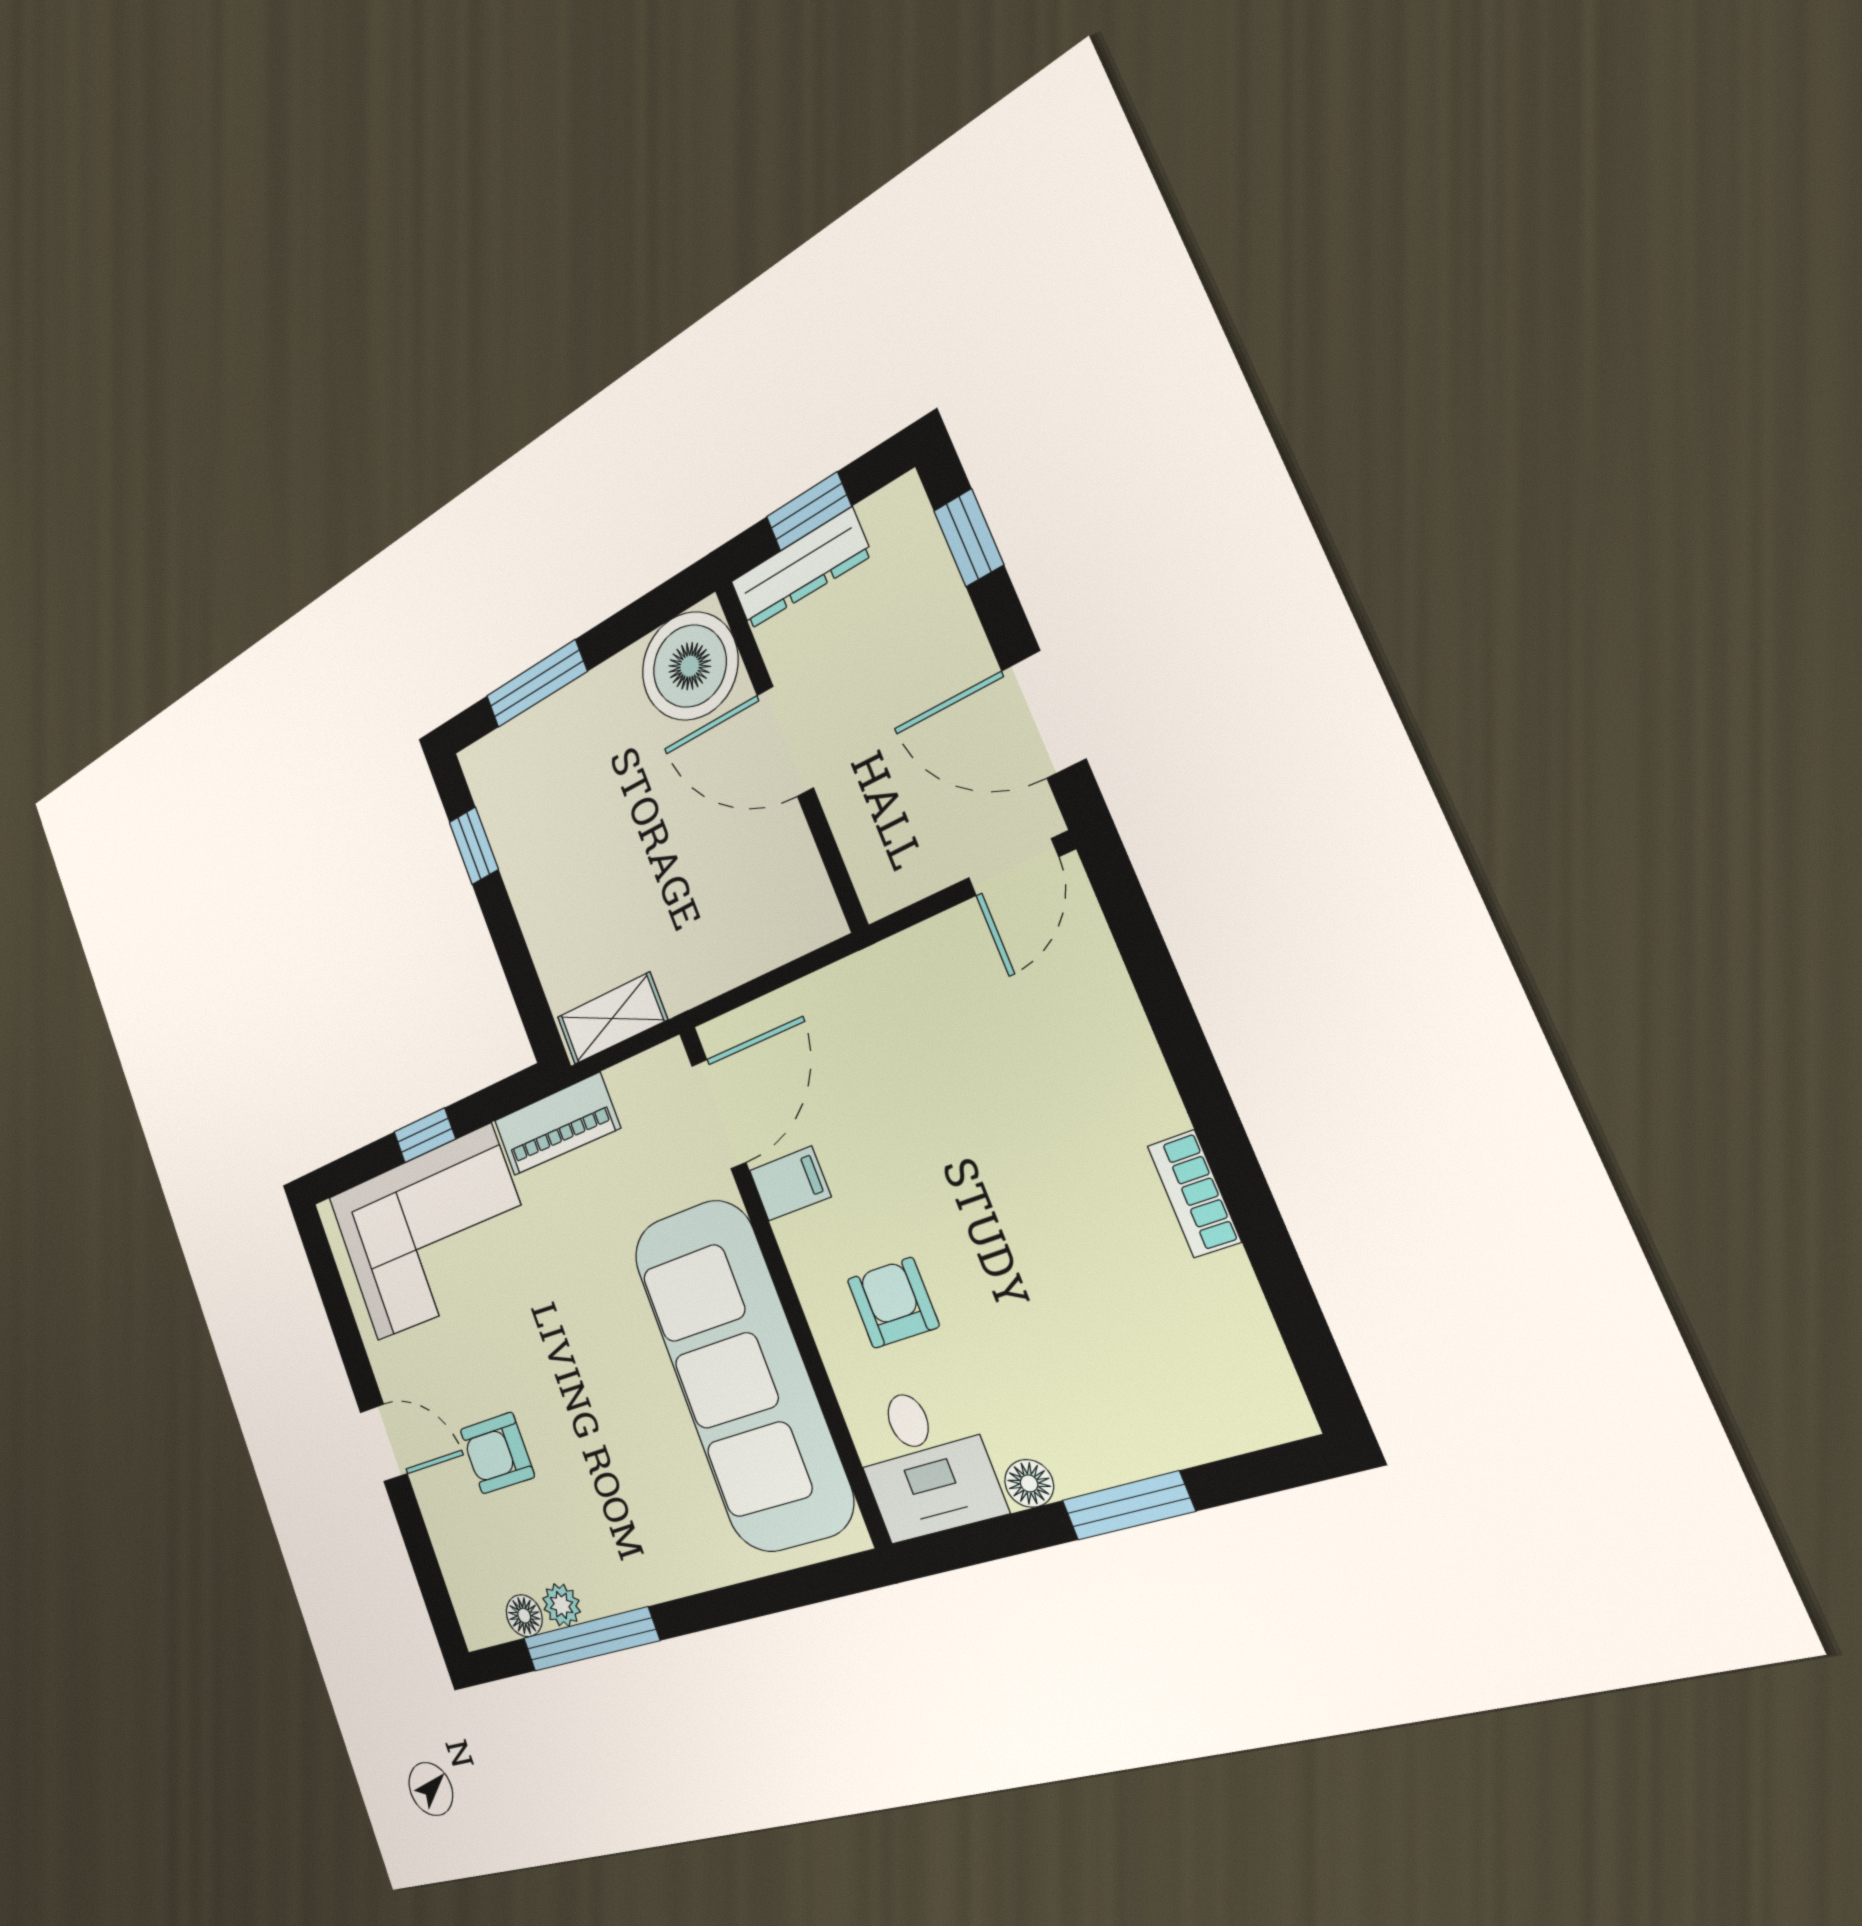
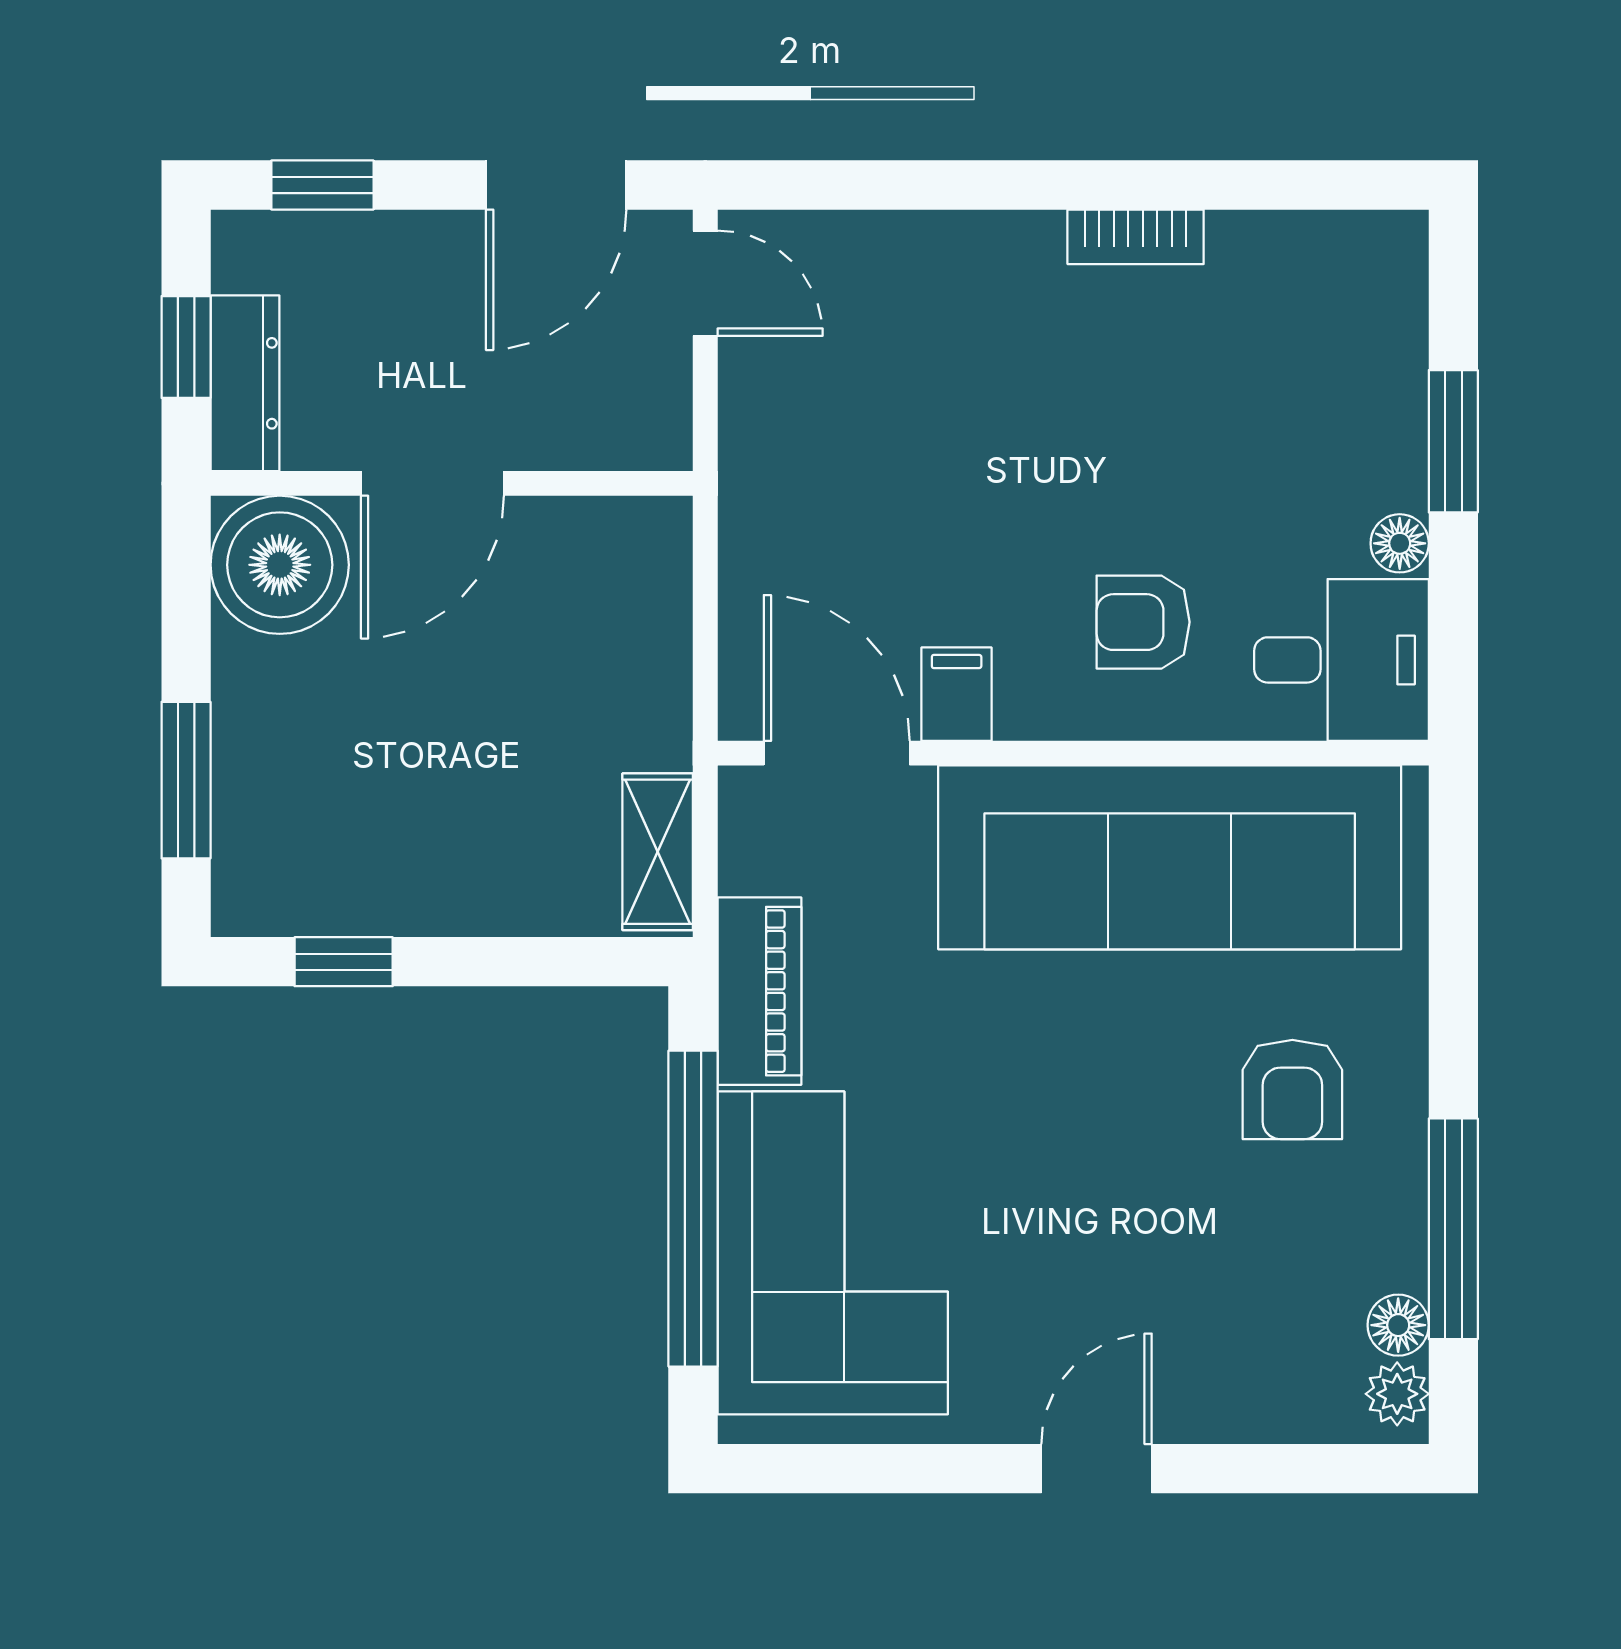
window: (425, 1135) -> (693, 1209), width x3.17
armchair: (497, 1453) -> (1292, 1089), moved
plant: (561, 1605) -> (1397, 1394), moved

